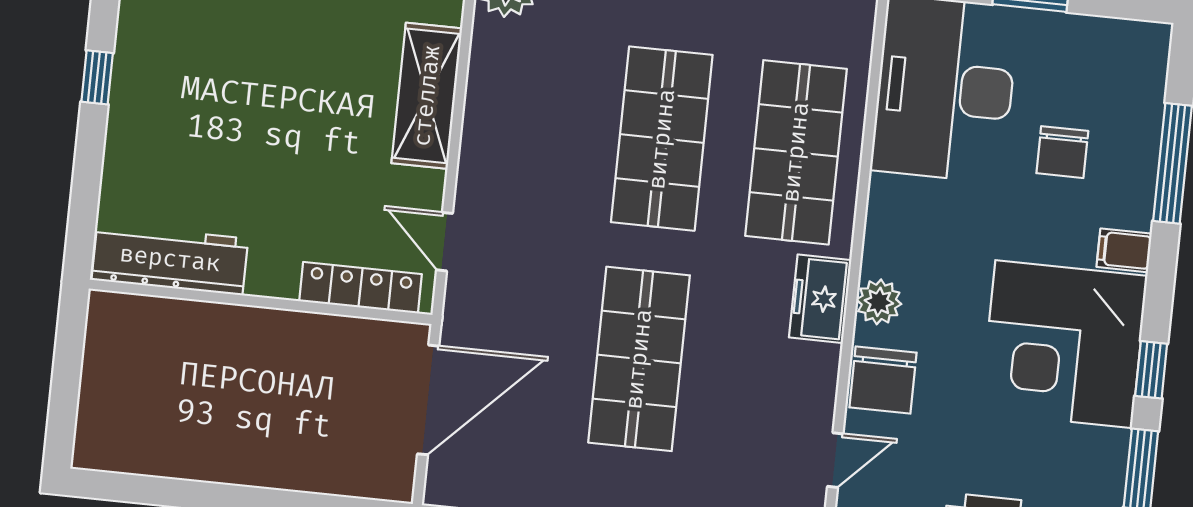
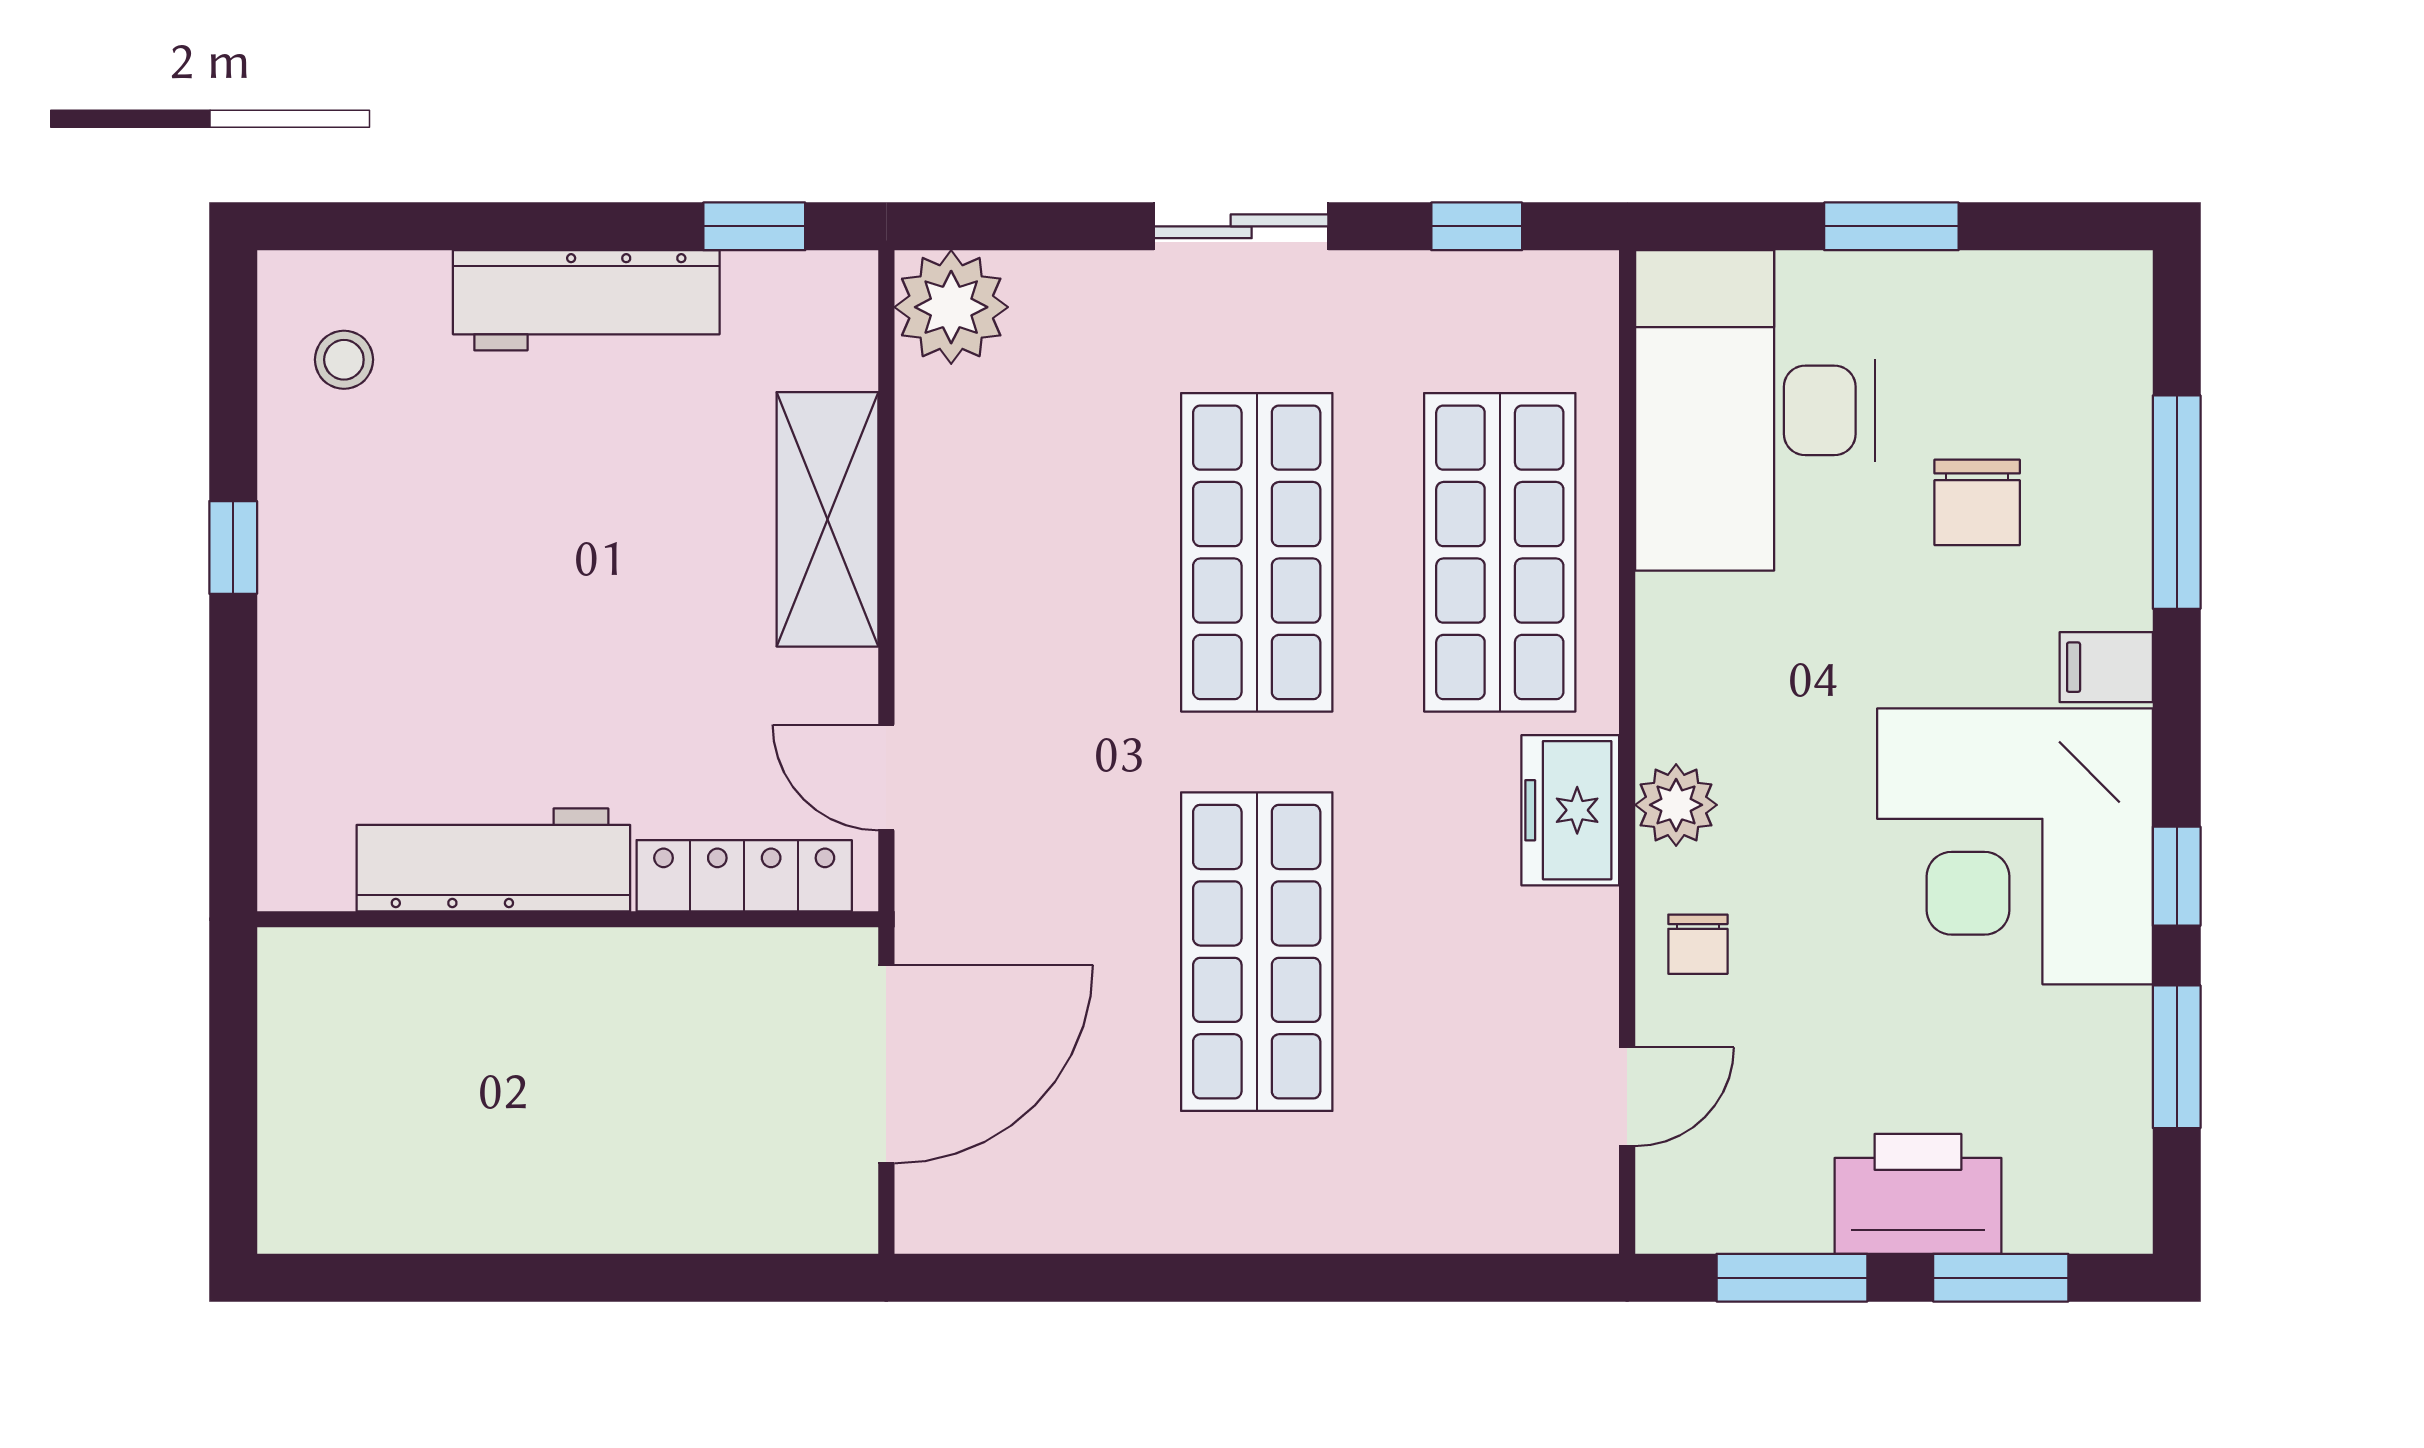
workbench: (170, 259) -> (493, 860), moved
chair: (883, 380) -> (1698, 944), width x0.54, depth x0.54

